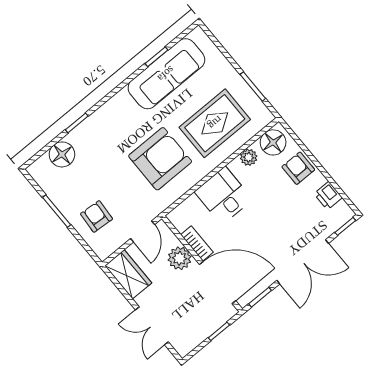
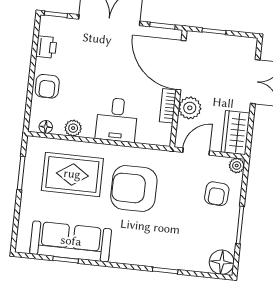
floor lamp: (273, 142) -> (46, 127), width x0.53, depth x0.53
floor lamp: (62, 154) -> (222, 262), moved
plant: (103, 251) -> (237, 166), added

